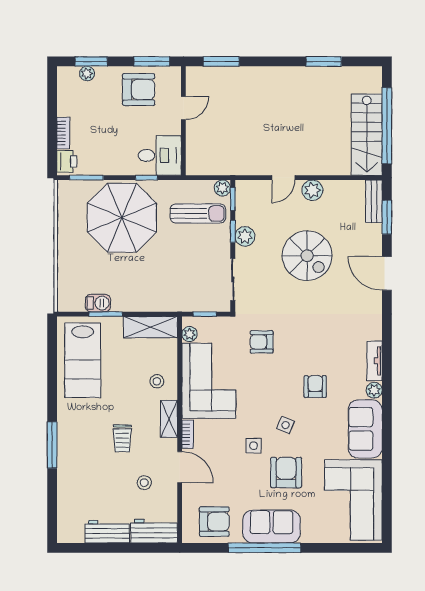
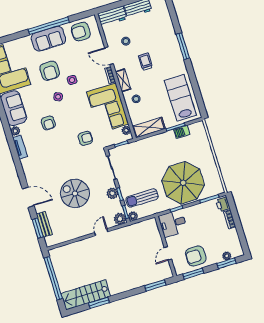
stairs: (367, 135) -> (86, 295), moved, turned -90
plant: (312, 190) -> (120, 219), moved
bench: (374, 201) -> (44, 224), moved

